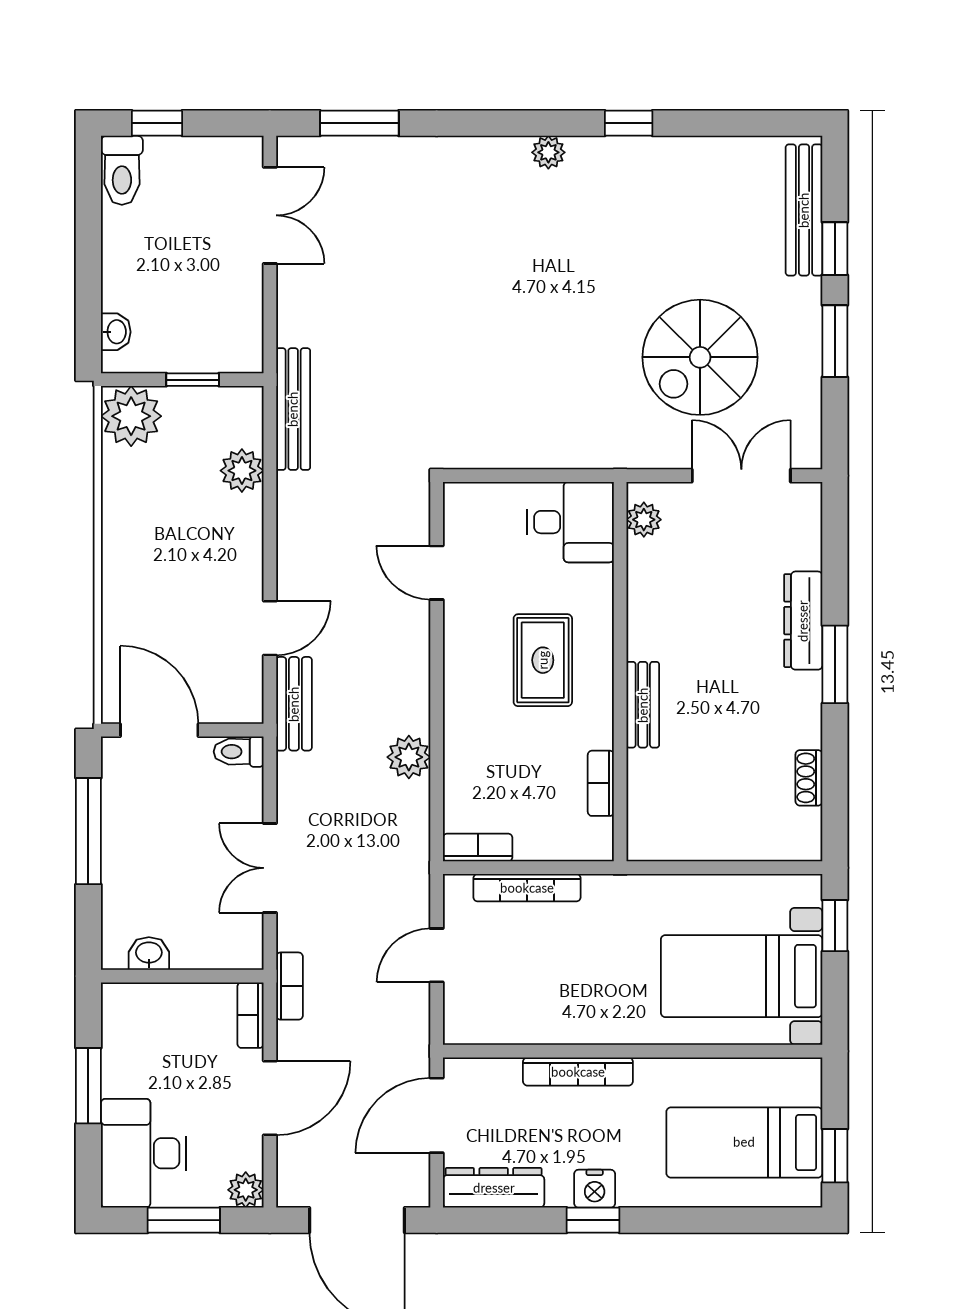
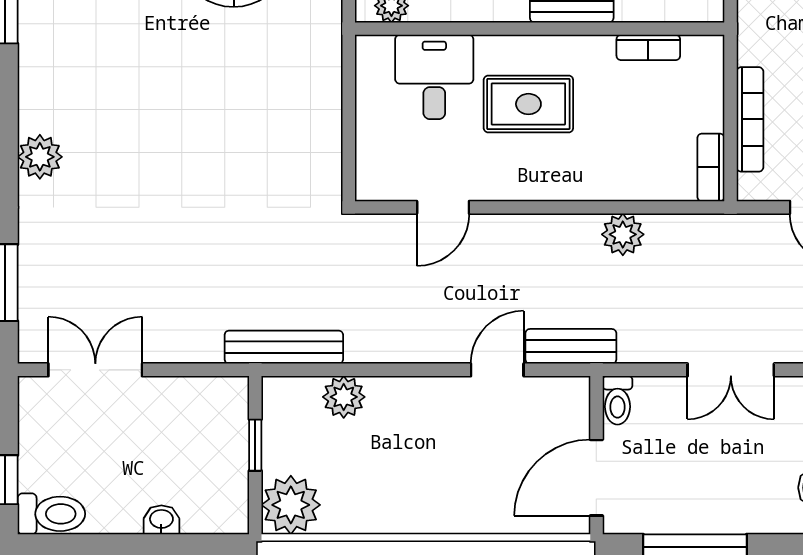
plant: (548, 152) -> (40, 157), moved, width x1.38, depth x1.38
washbasin: (116, 332) -> (161, 520), moved
desk: (571, 522) -> (434, 77), moved
door: (270, 628) -> (497, 370), hinge flipped

